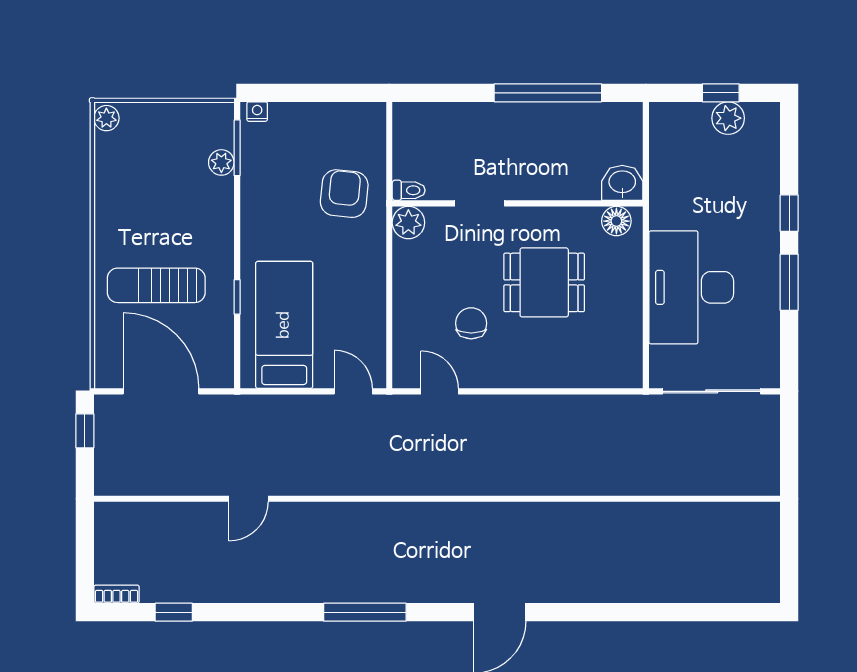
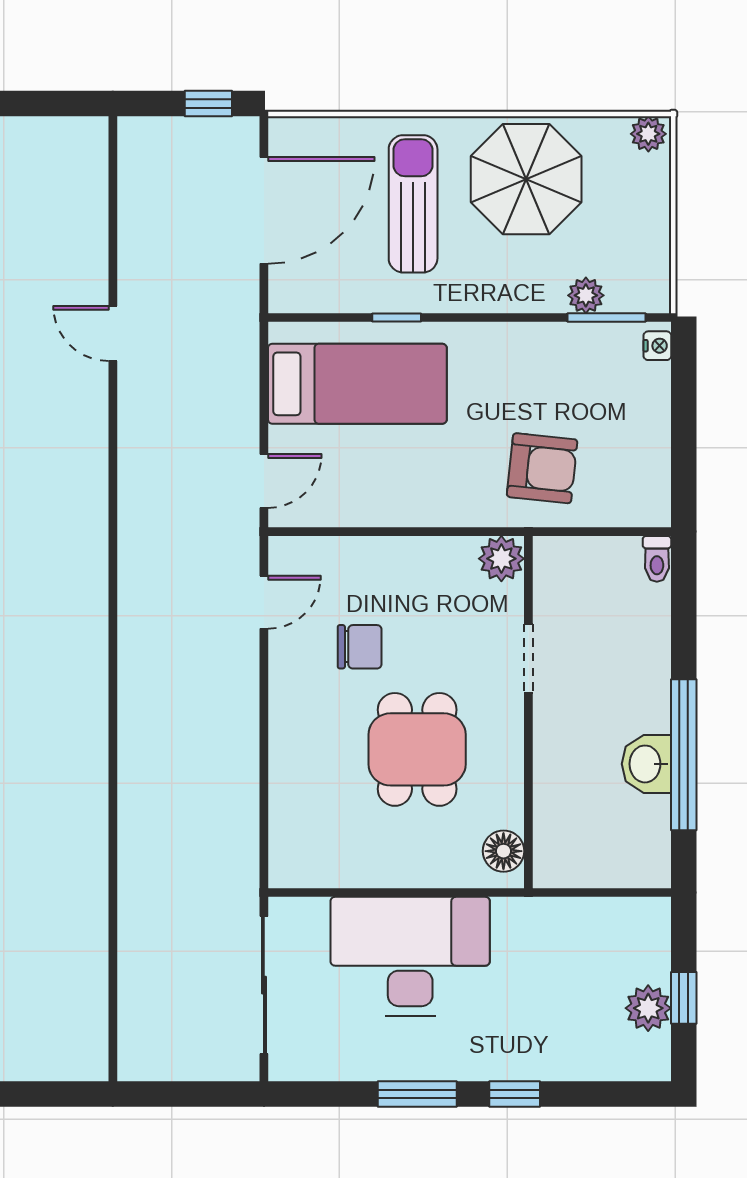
washbasin: (622, 183) -> (646, 764), moved, turned 180
toilet: (409, 190) -> (657, 559), moved
parasol: (139, 205) -> (526, 179), added

